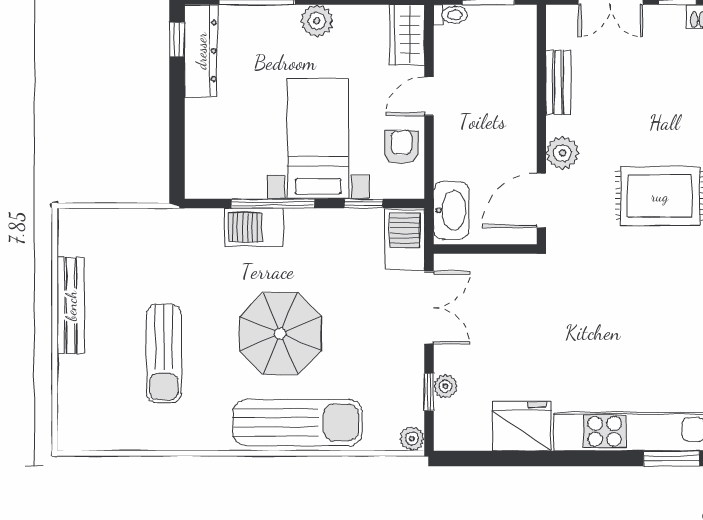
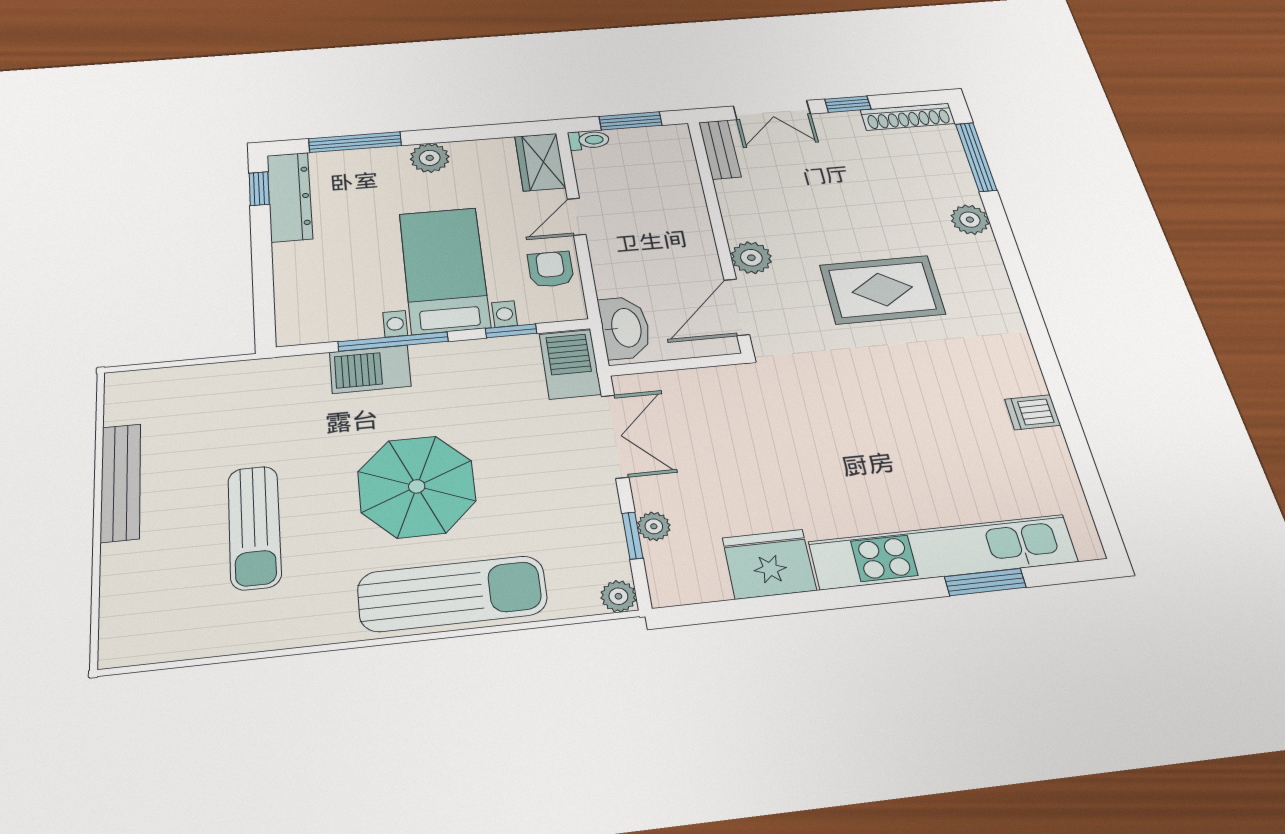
bench: (558, 82) -> (720, 149), moved

